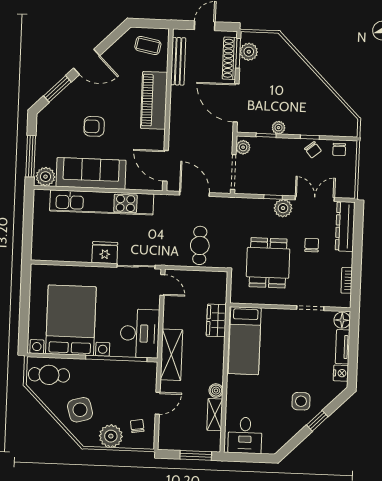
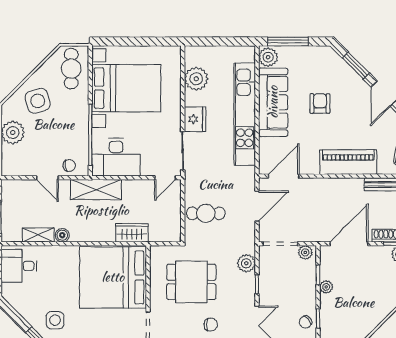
plant: (283, 208) -> (246, 263), moved
plant: (64, 250) -> (196, 79), added
bed: (245, 341) -> (113, 277), width x2.04
chair: (137, 426) -> (69, 166), moved

